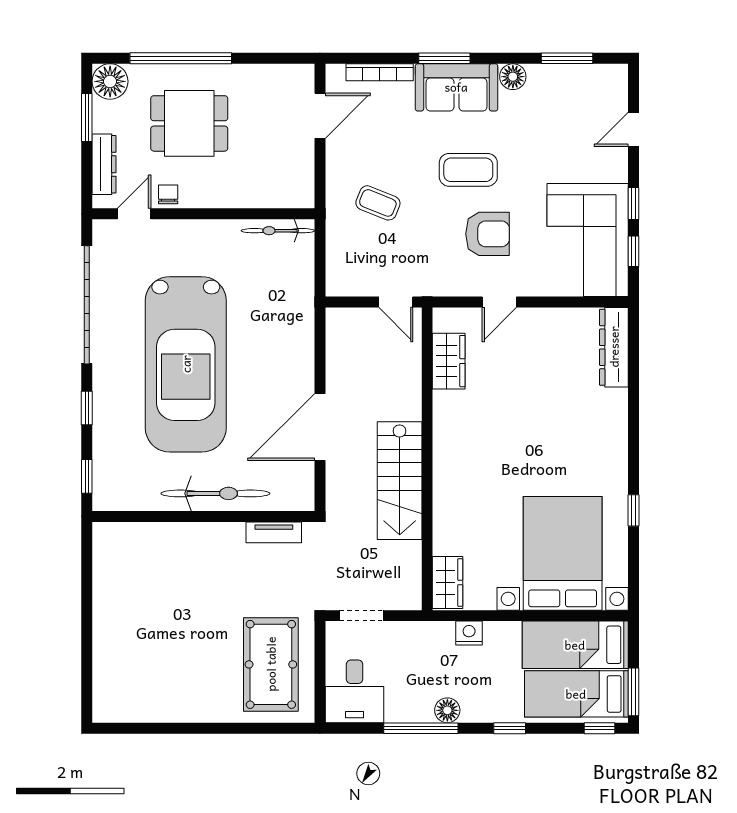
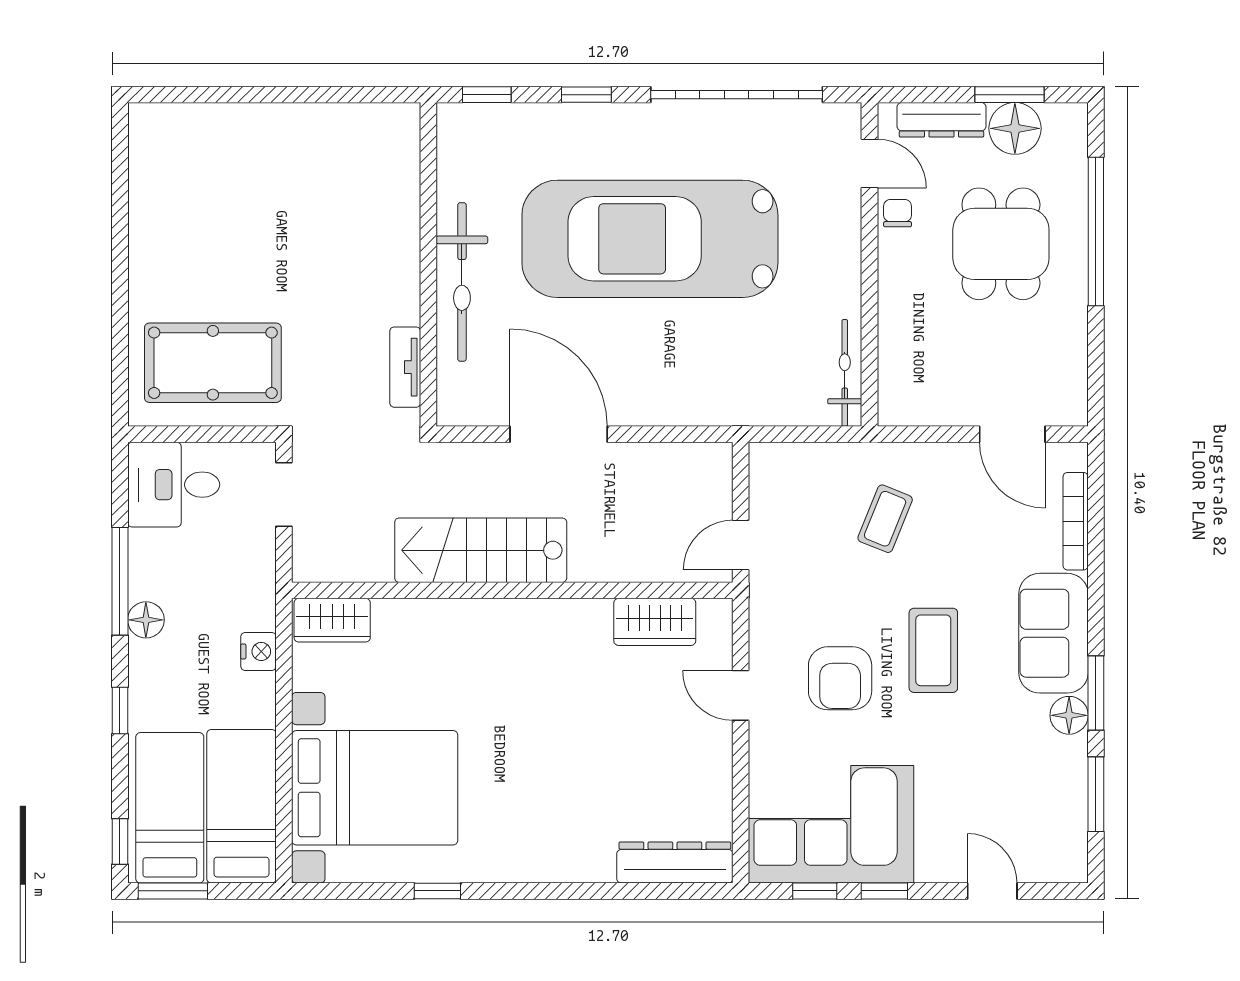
window: (444, 58) -> (1096, 693), moved
floor lamp: (110, 81) -> (1015, 128), moved
chair: (168, 194) -> (898, 213), turned -90

